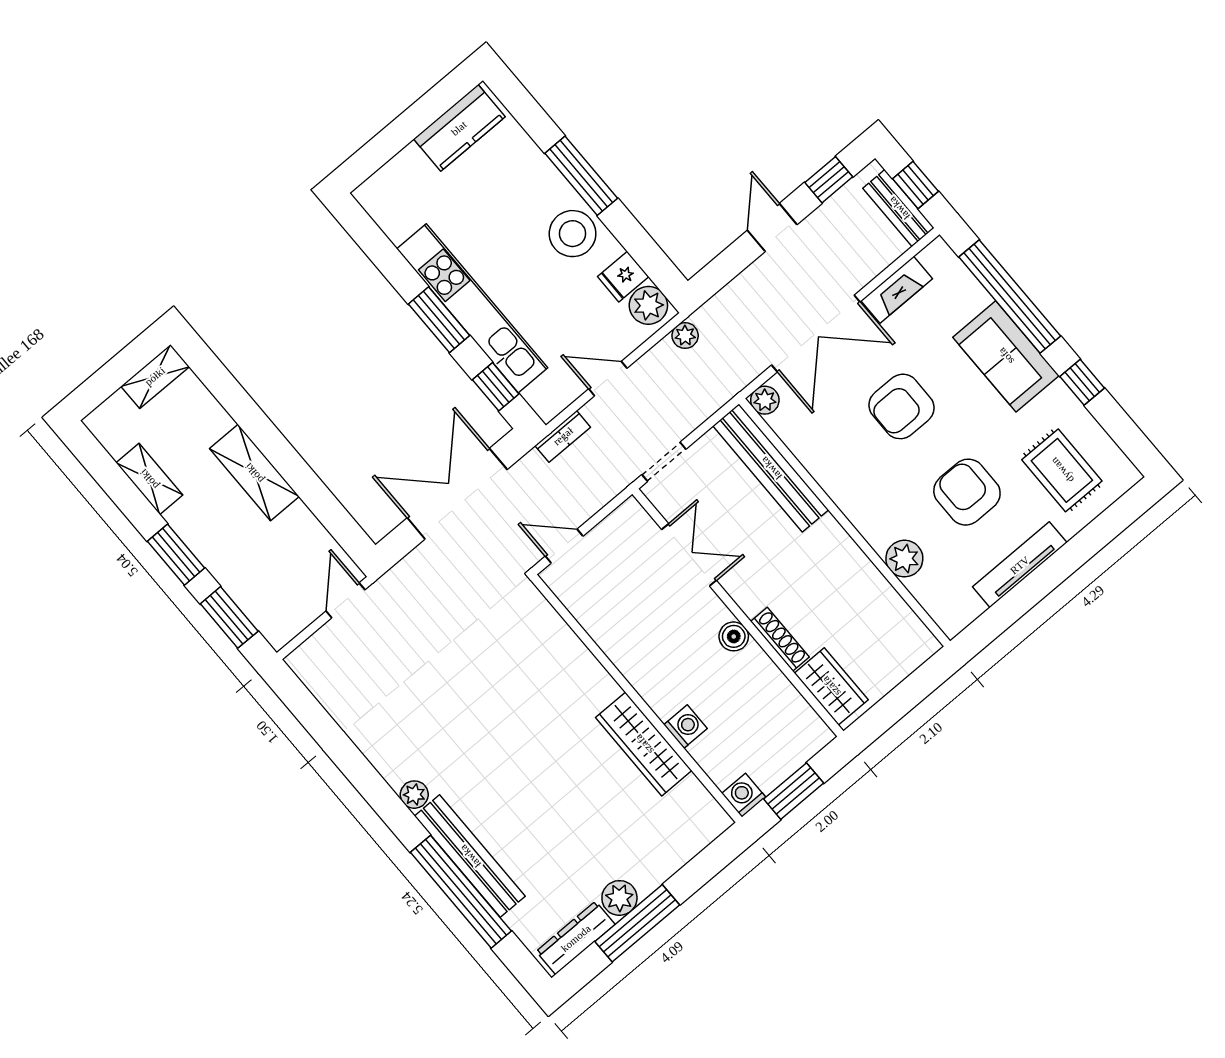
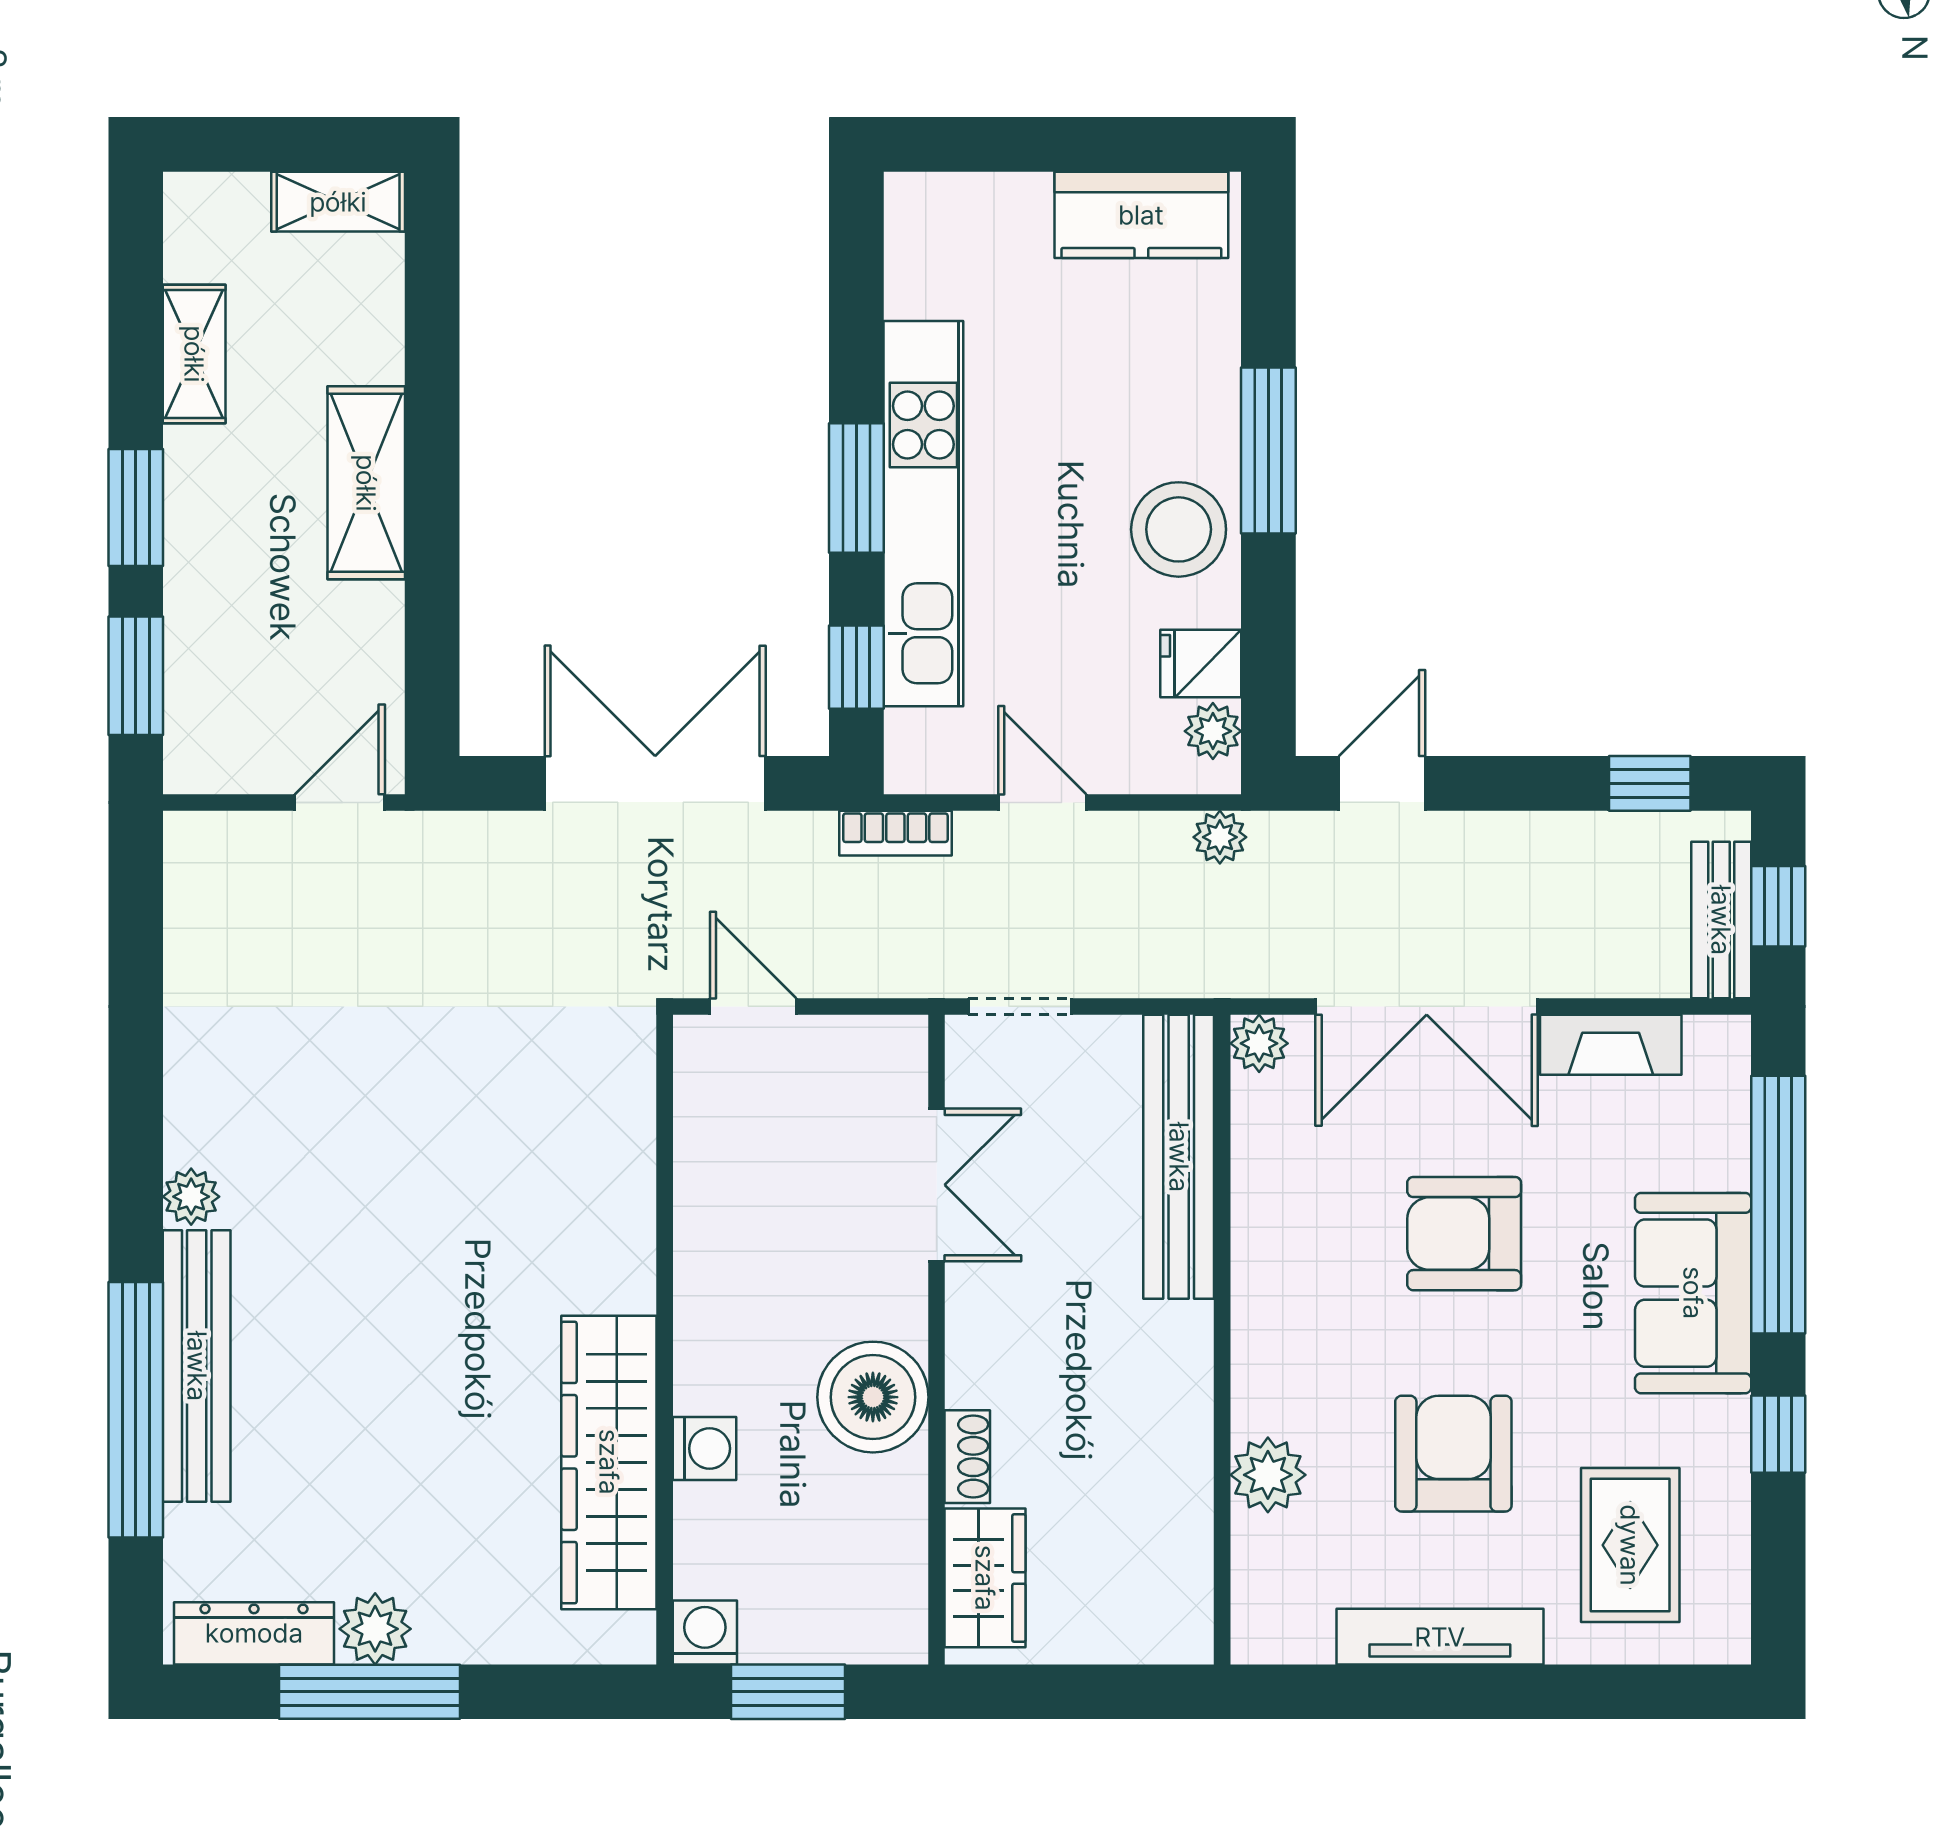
door: (772, 227) -> (1382, 783), moved
plant: (648, 305) -> (1213, 731), width x0.73, depth x0.73
boiler: (734, 636) -> (873, 1397), width x1.86, depth x1.86
shoe rack: (780, 639) -> (967, 1457), width x0.70
wardrobe: (644, 744) -> (609, 1462), width x1.40, depth x1.17

